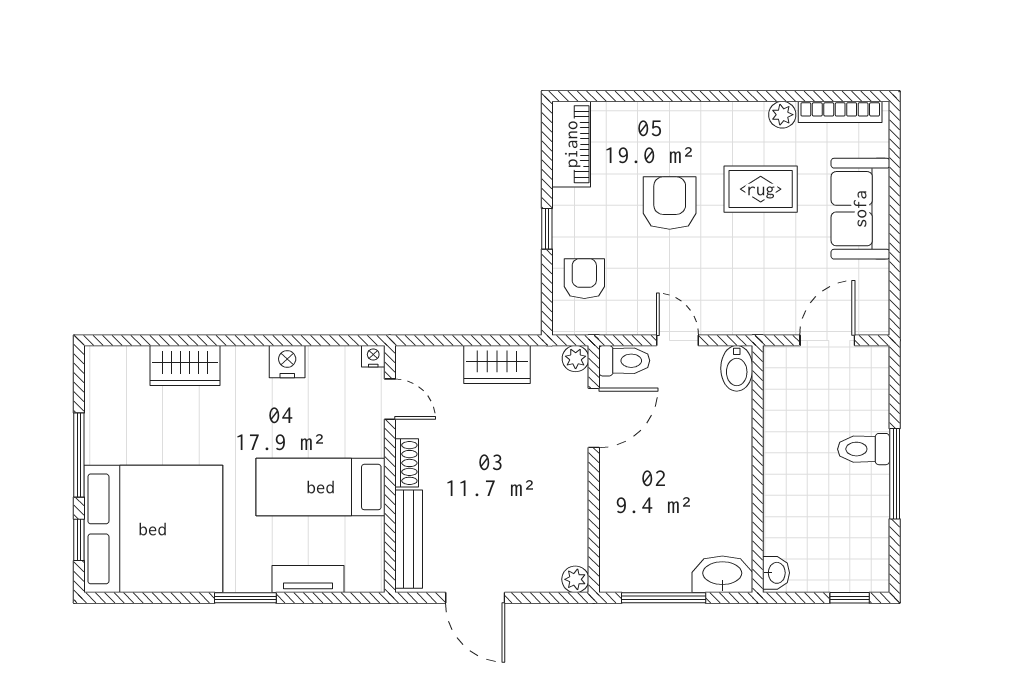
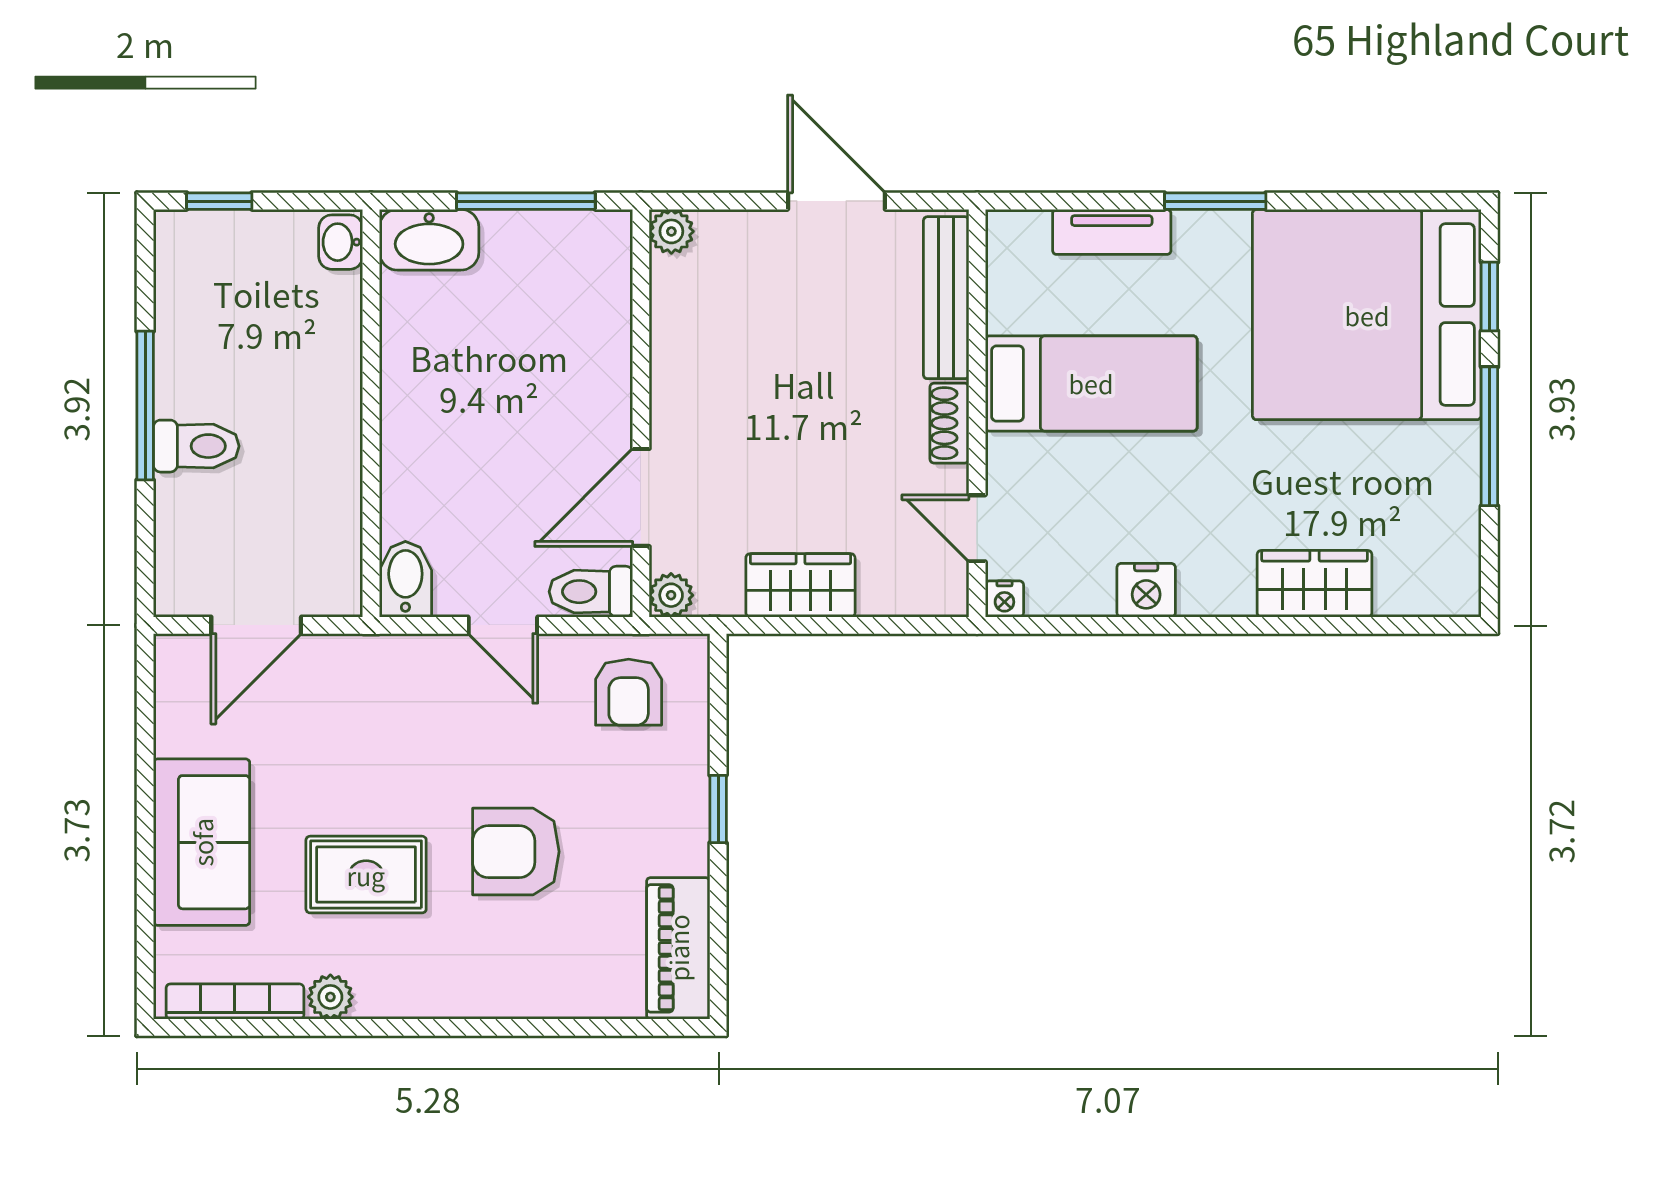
armchair: (670, 203) -> (516, 852), turned 90
armchair: (584, 279) -> (629, 692), moved

